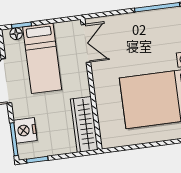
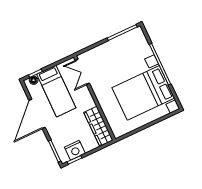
double door: (86, 43) -> (82, 72), swing flipped
nightstand: (25, 130) -> (75, 150), moved, turned -90

